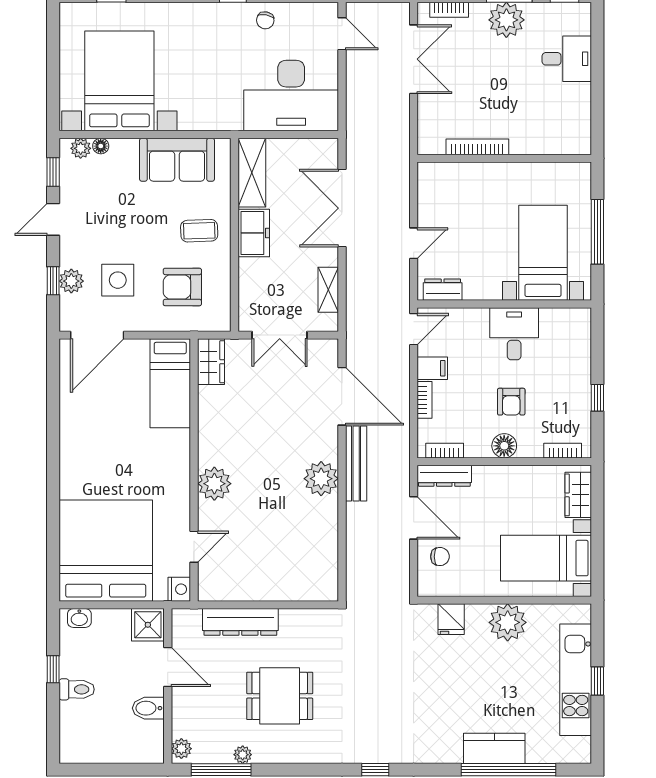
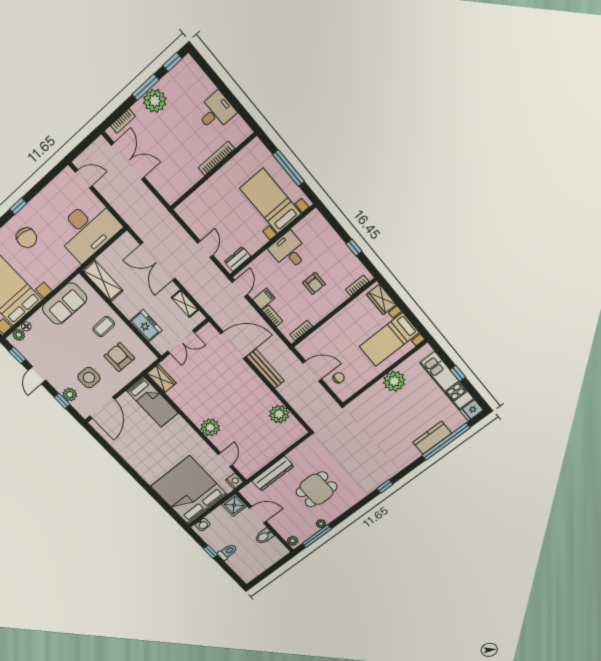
chair: (265, 20) -> (27, 238), moved, width x1.87, depth x1.87
desk: (567, 59) -> (216, 112), moved
bookcase: (477, 147) -> (216, 158), moved
freezer: (254, 233) -> (146, 326), moved
armchair: (182, 287) -> (119, 357), turned 90
floor lamp: (504, 446) -> (327, 306), removed
dresser: (444, 476) -> (311, 342), removed
plant: (321, 479) -> (279, 414), moved
fridge: (451, 619) -> (472, 410), moved, turned 90

